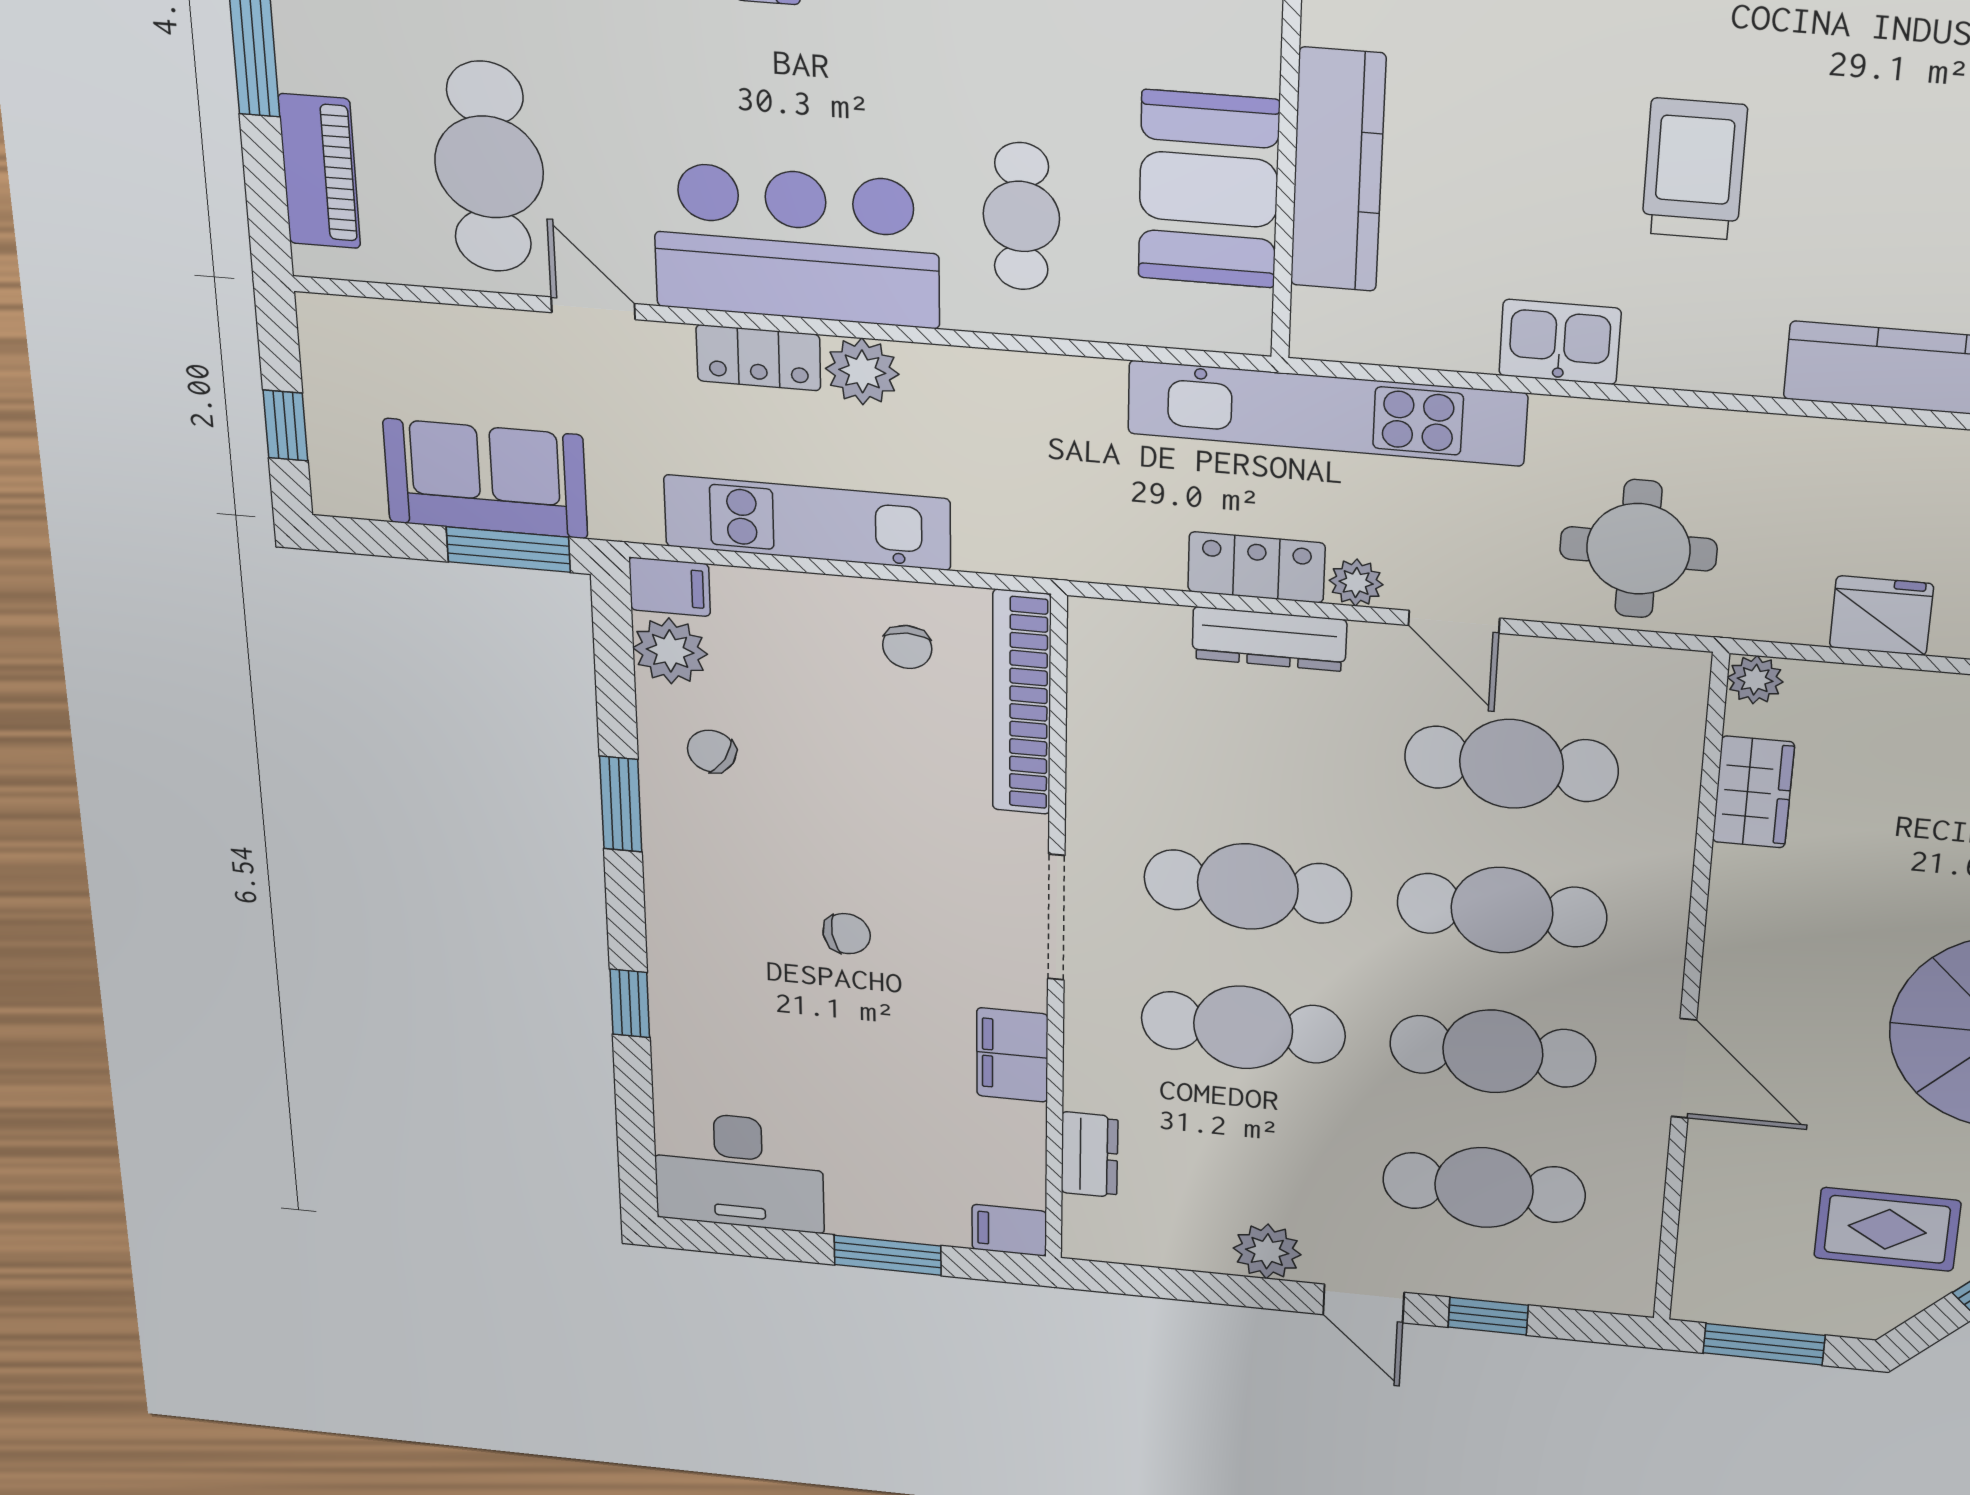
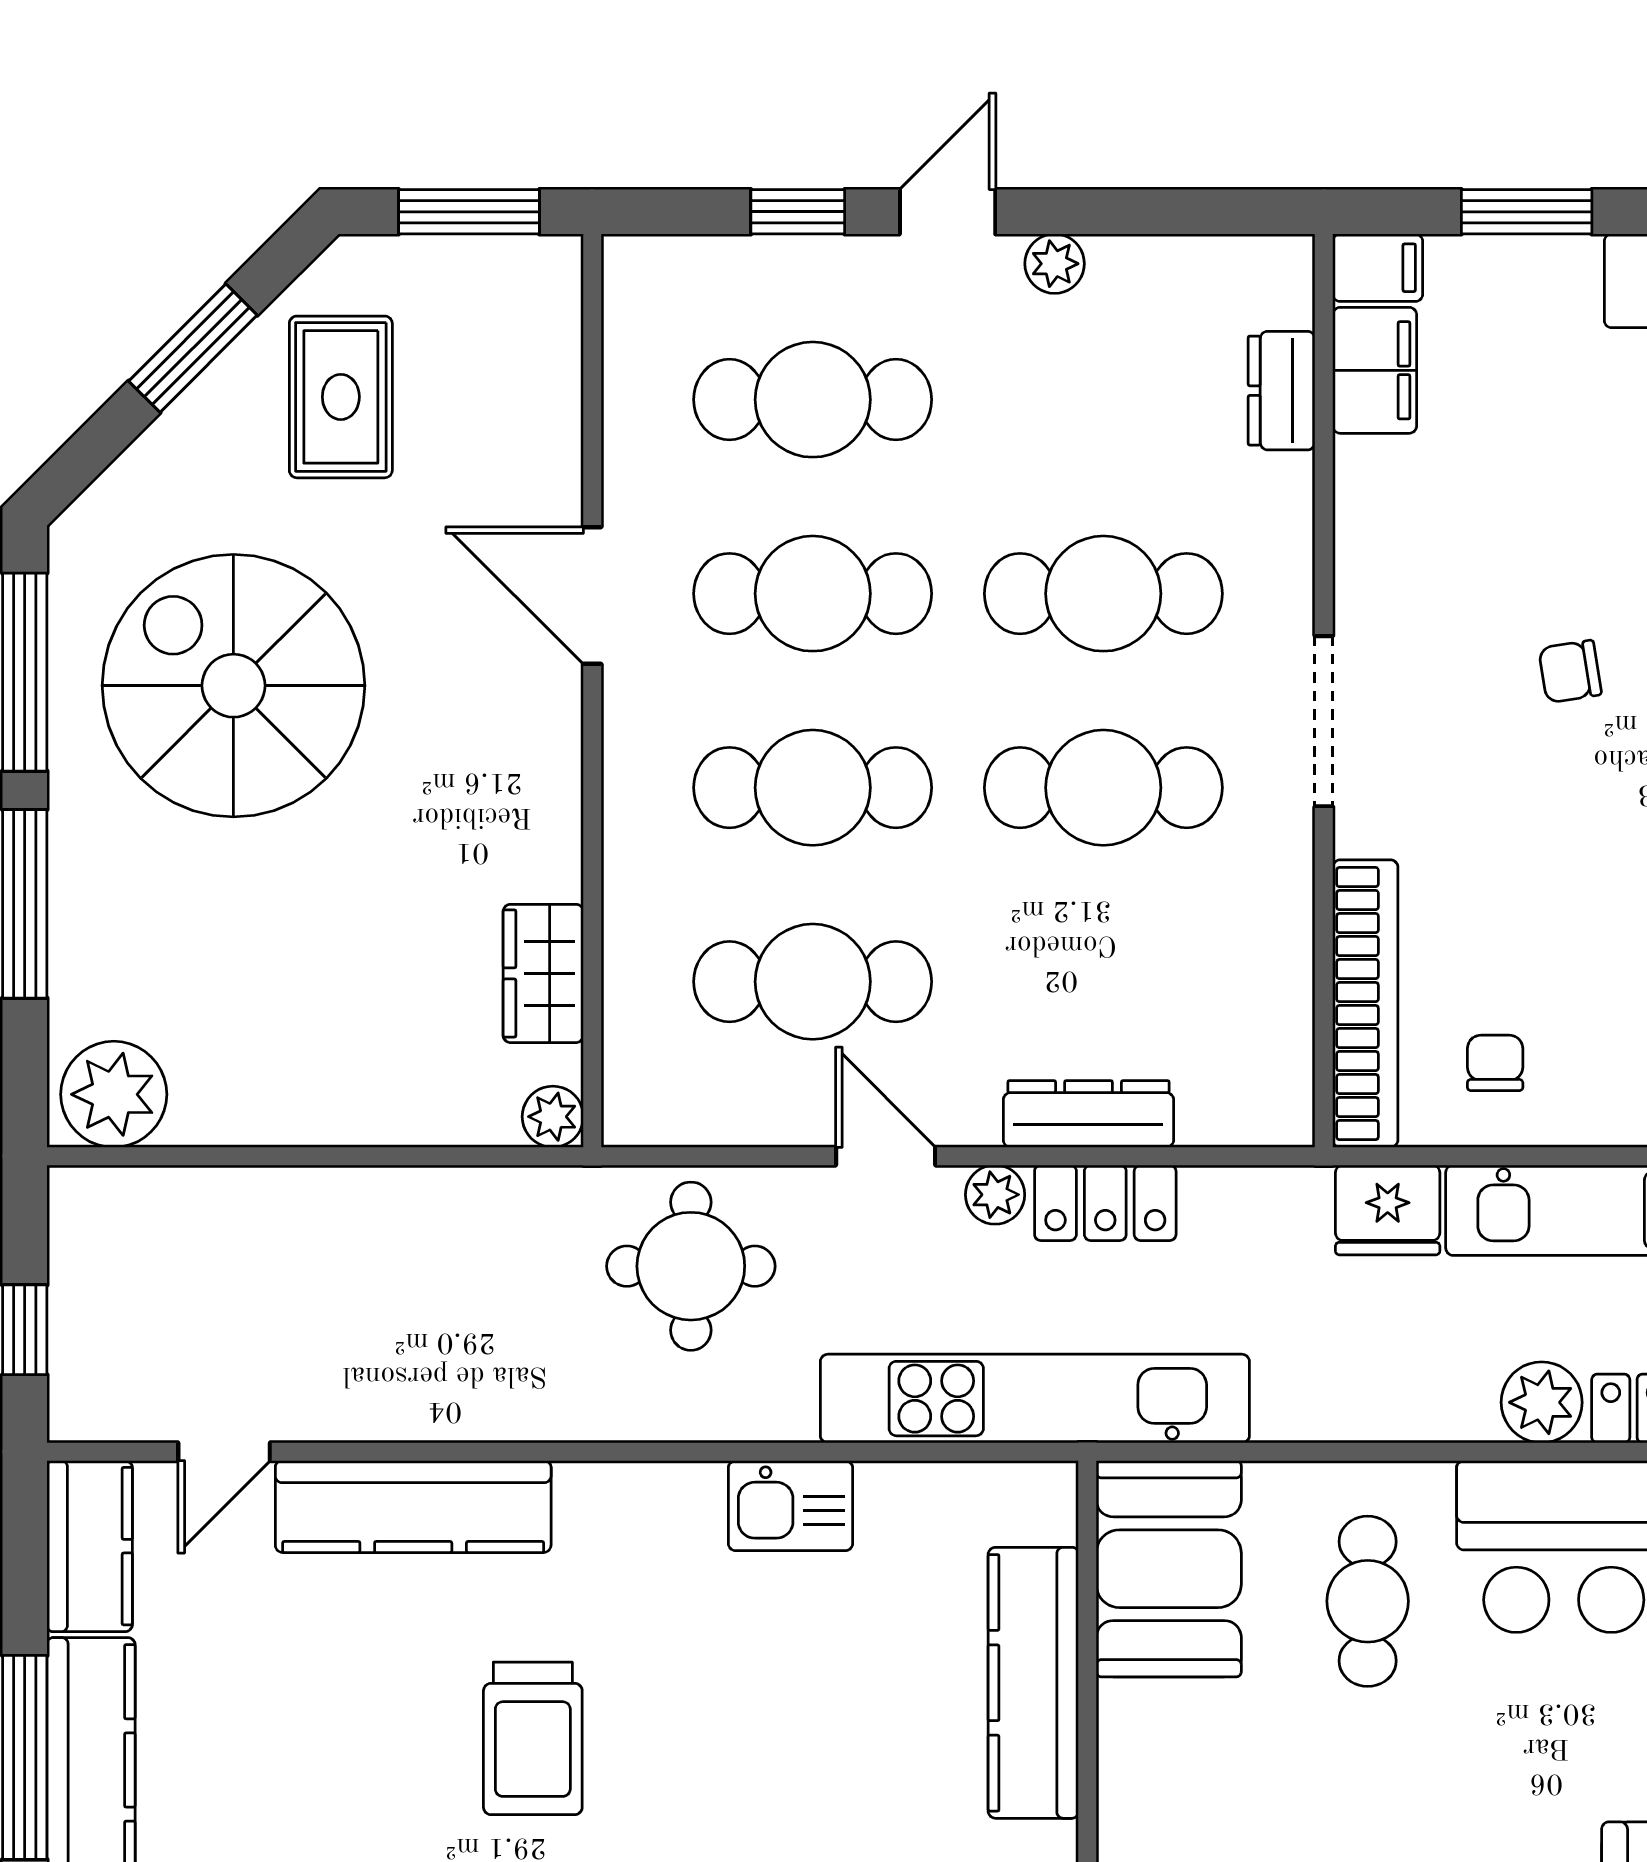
trolley: (1694, 169) -> (533, 1738), moved
booth: (1209, 189) -> (1169, 1569), moved
fridge: (1881, 616) -> (1388, 1210), moved
filing cabinet: (1012, 1055) -> (1375, 370), moved
rug: (1887, 1229) -> (341, 397), turned 90
plant: (1267, 1251) -> (1055, 264), width x0.73, depth x0.73
door: (1363, 1304) -> (948, 212), hinge flipped

